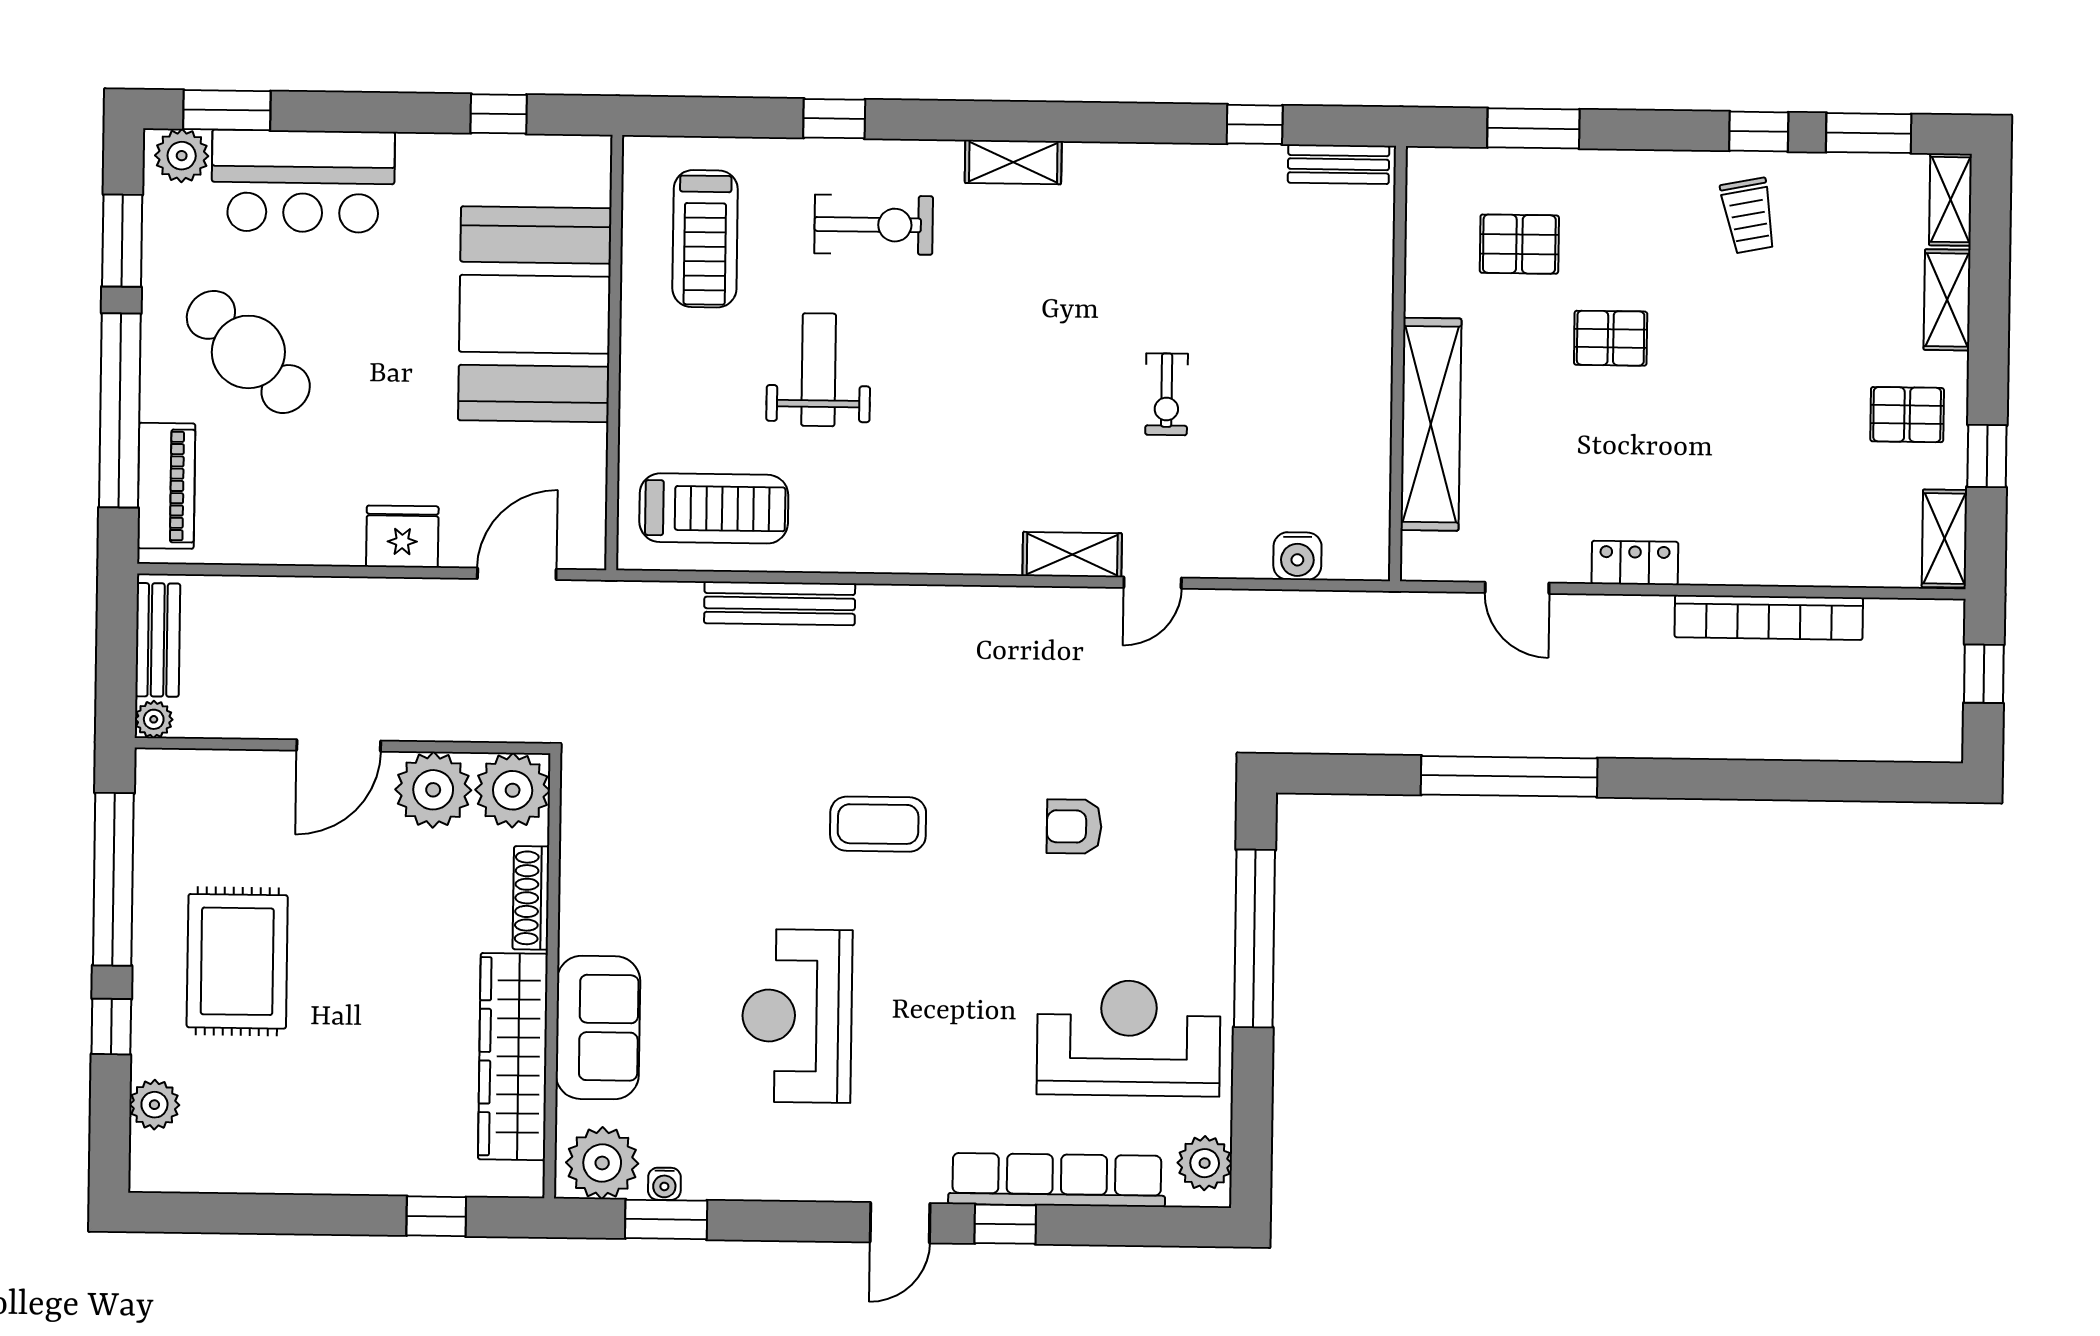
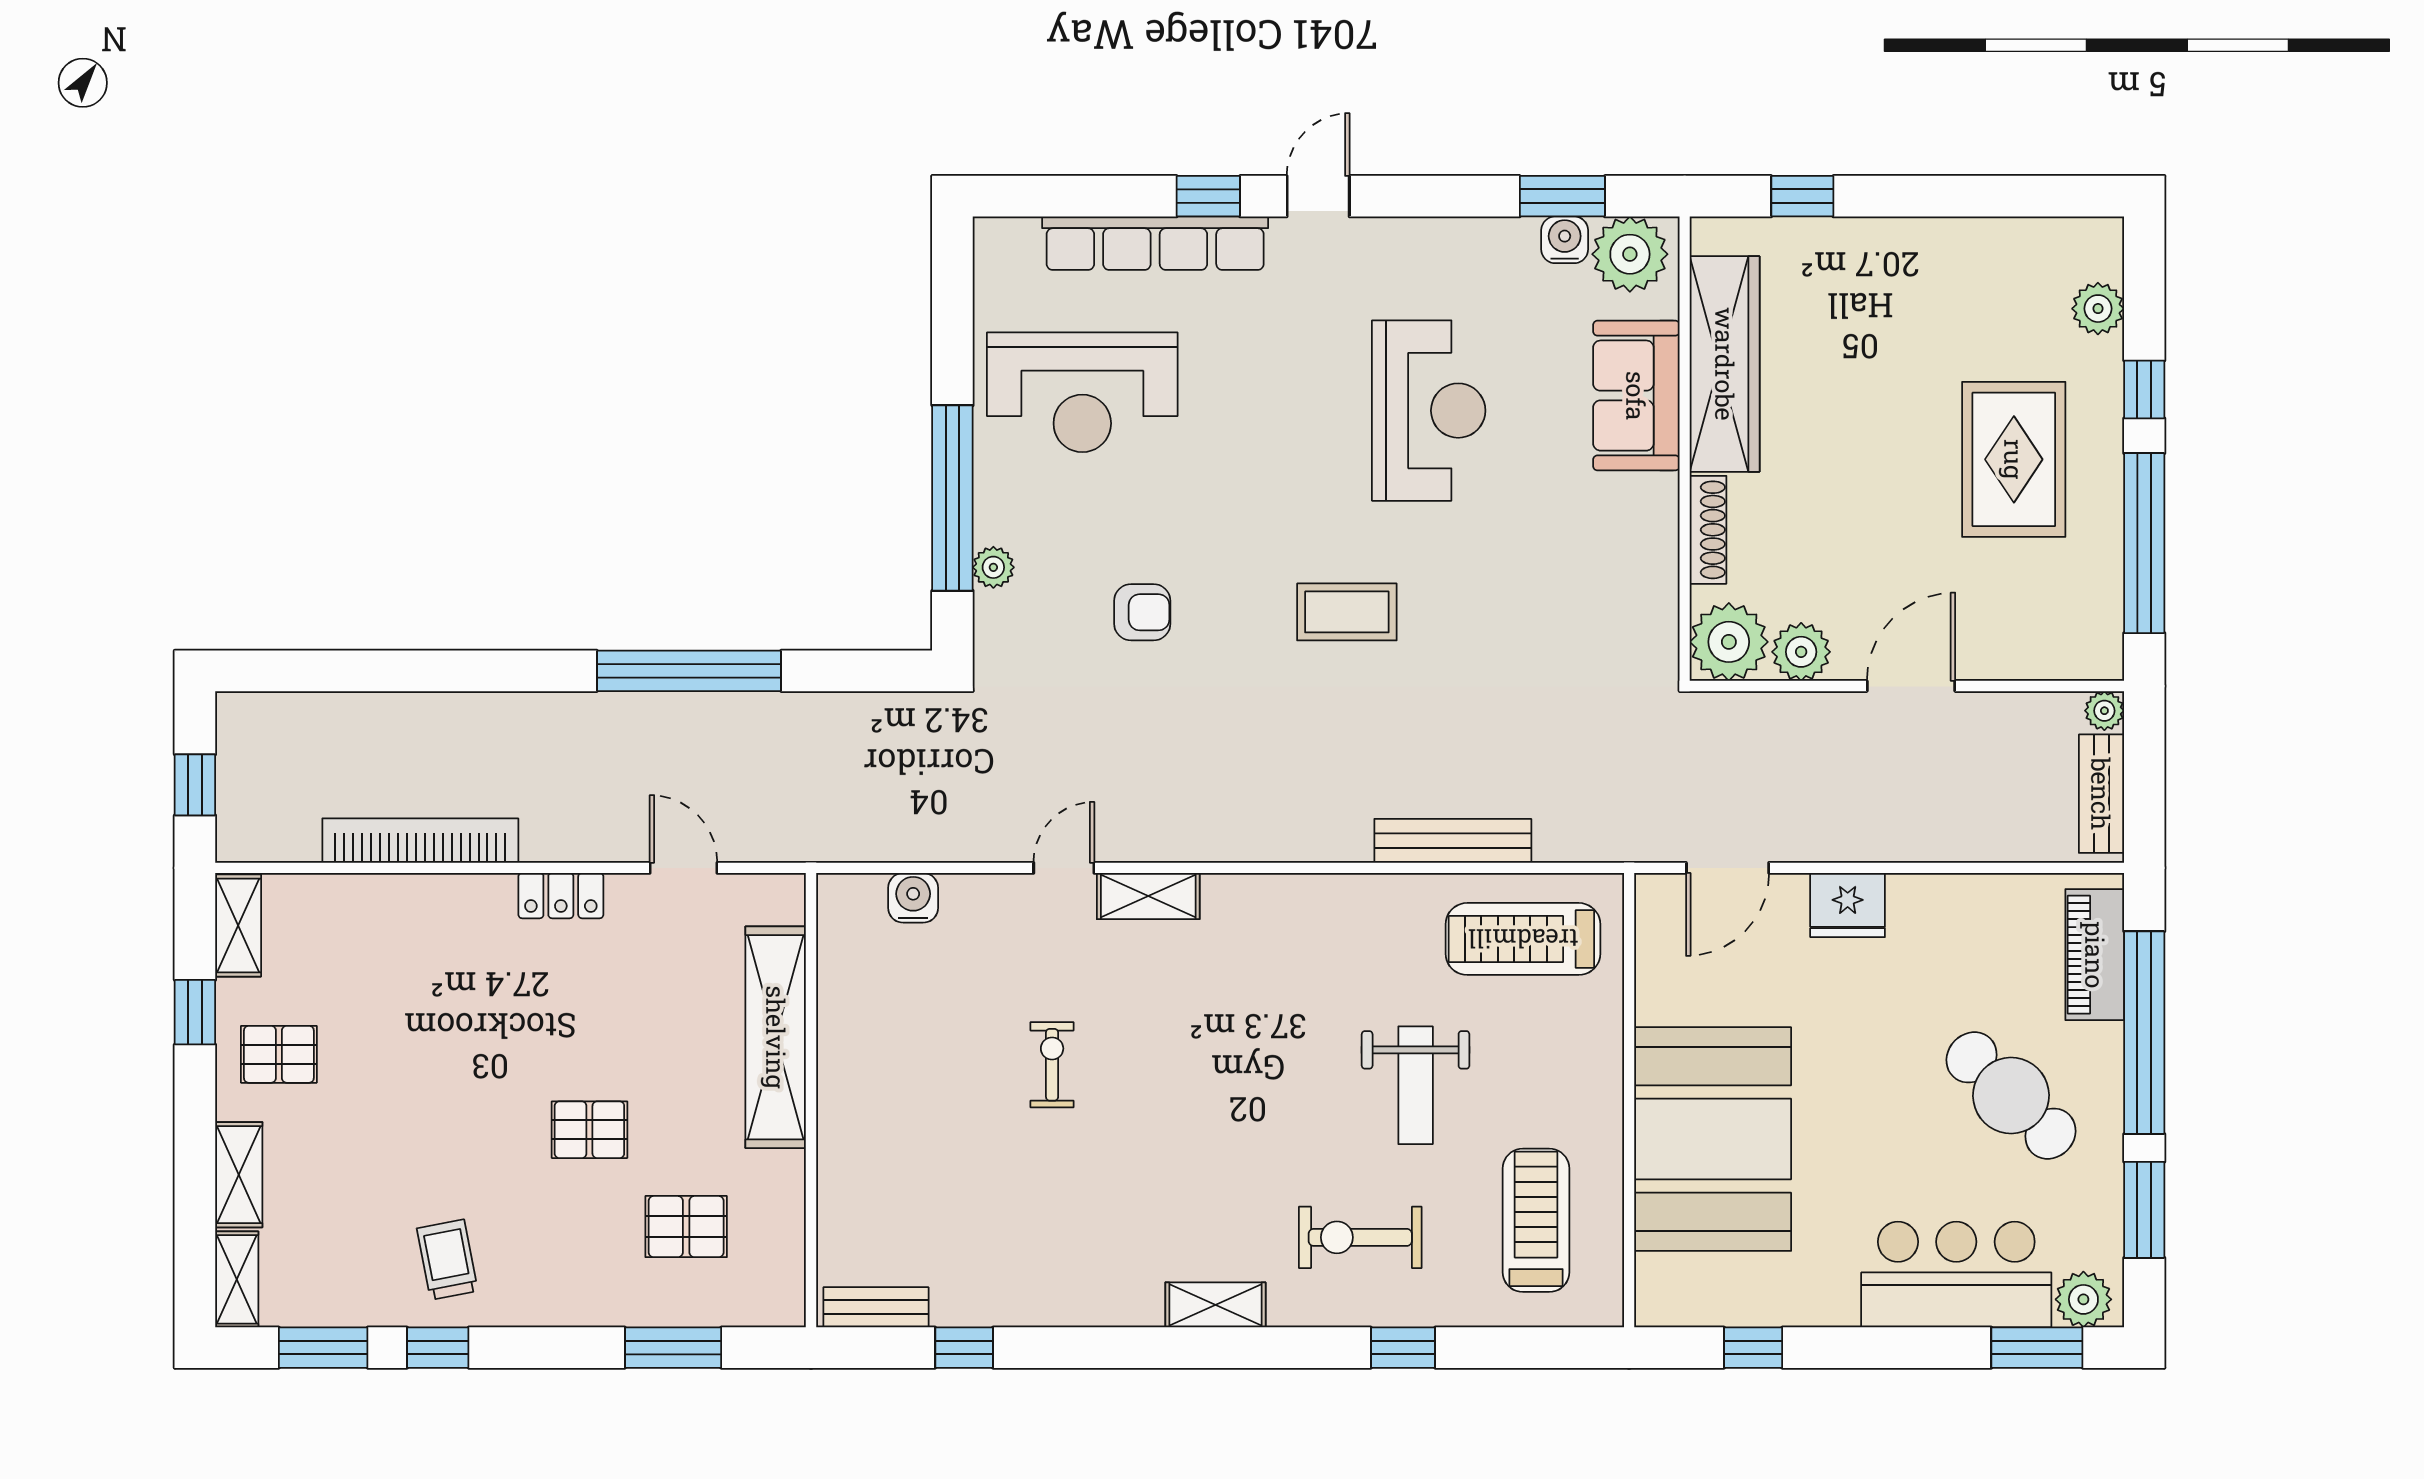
plant: (433, 790) -> (1801, 652), width x0.73, depth x0.73
plant: (1205, 1163) -> (993, 567), moved, width x0.73, depth x0.73
water cooler: (664, 1184) -> (1565, 240), width x1.38, depth x1.38

